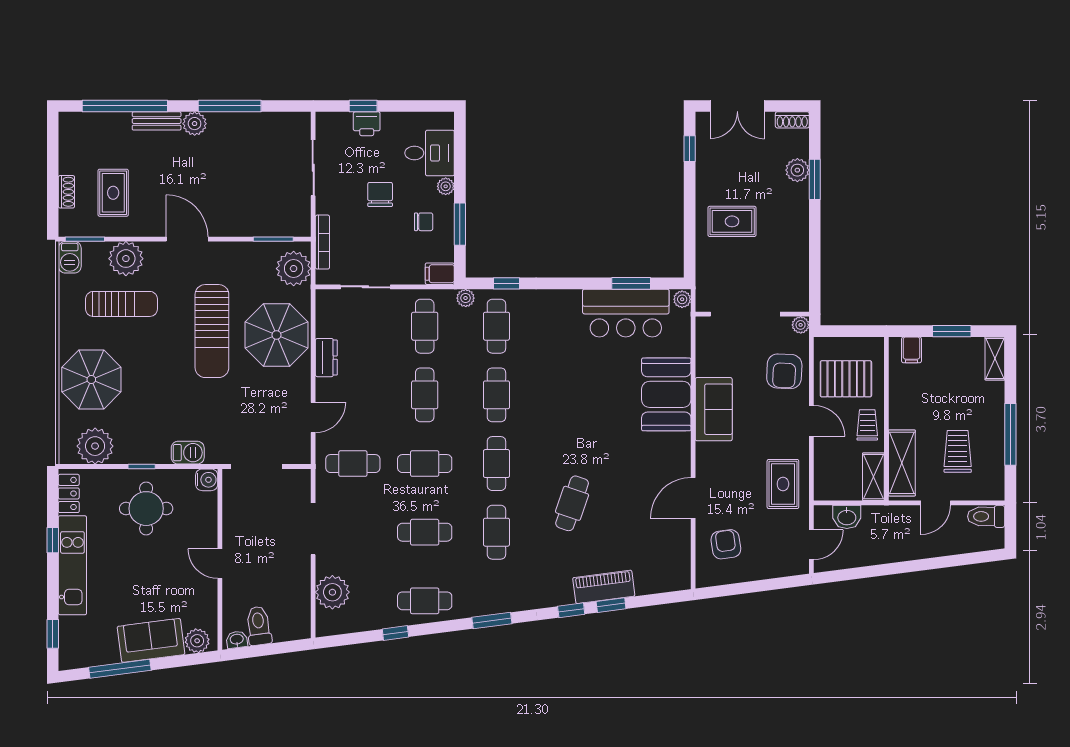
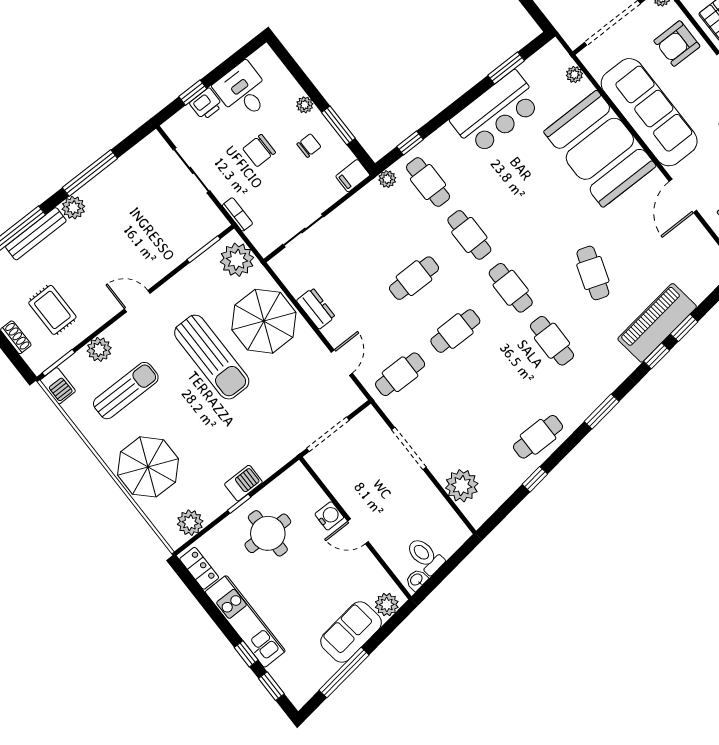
bench: (157, 121) -> (36, 234), width x1.36
desk: (430, 153) -> (243, 91), moved, turned -90
chair: (380, 194) -> (259, 151), turned -90
door: (187, 239) -> (137, 301), width x0.73
bookcase: (322, 242) -> (237, 214), width x0.64
plant: (126, 259) -> (99, 349), width x0.73, depth x0.73
plant: (682, 299) -> (574, 74), moved
bar counter: (626, 313) -> (496, 113), moved
cafe table: (425, 326) -> (373, 225), removed
armchair: (784, 371) -> (677, 44), turned 87
booth: (666, 394) -> (600, 149), width x1.36, depth x1.42
cafe table: (425, 395) -> (414, 278), turned 90
sofa: (714, 409) -> (649, 112), width x1.85, depth x1.27
plant: (95, 446) -> (190, 523), width x0.73, depth x0.73
barbecue: (188, 453) -> (243, 483), moved
water cooler: (207, 480) -> (329, 516), moved
cafe table: (425, 532) -> (497, 384), removed
window: (53, 540) -> (246, 654), moved
piano: (604, 587) -> (657, 323), width x1.37, depth x1.33

